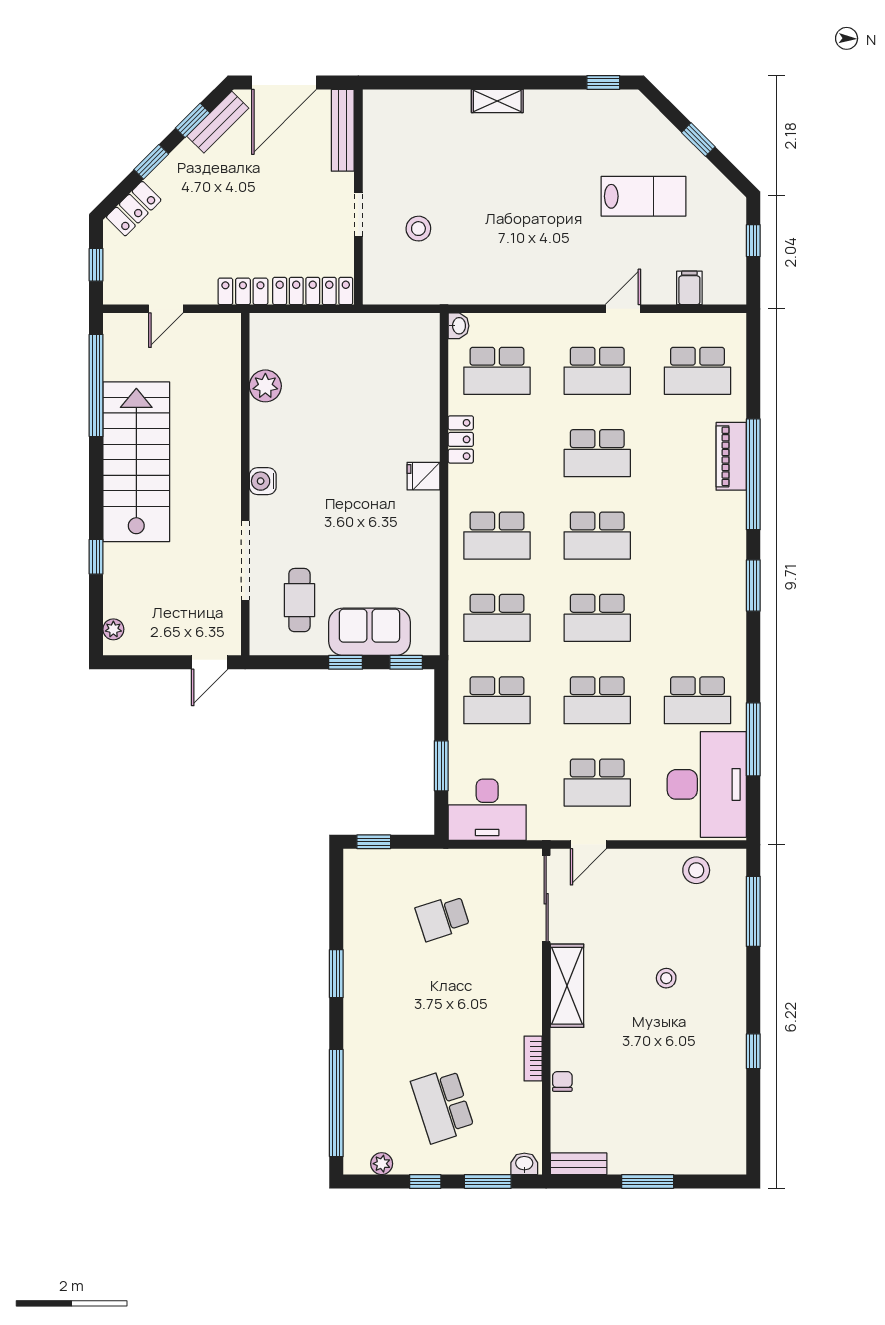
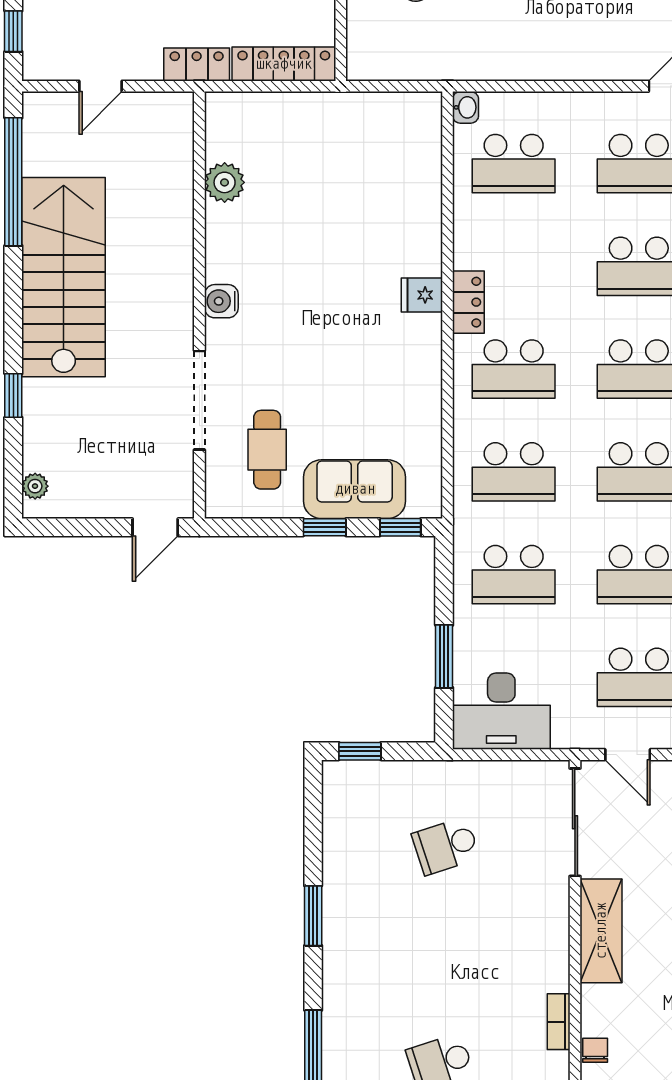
locker: (461, 439) -> (468, 302), moved
door: (588, 845) -> (628, 755), hinge flipped

